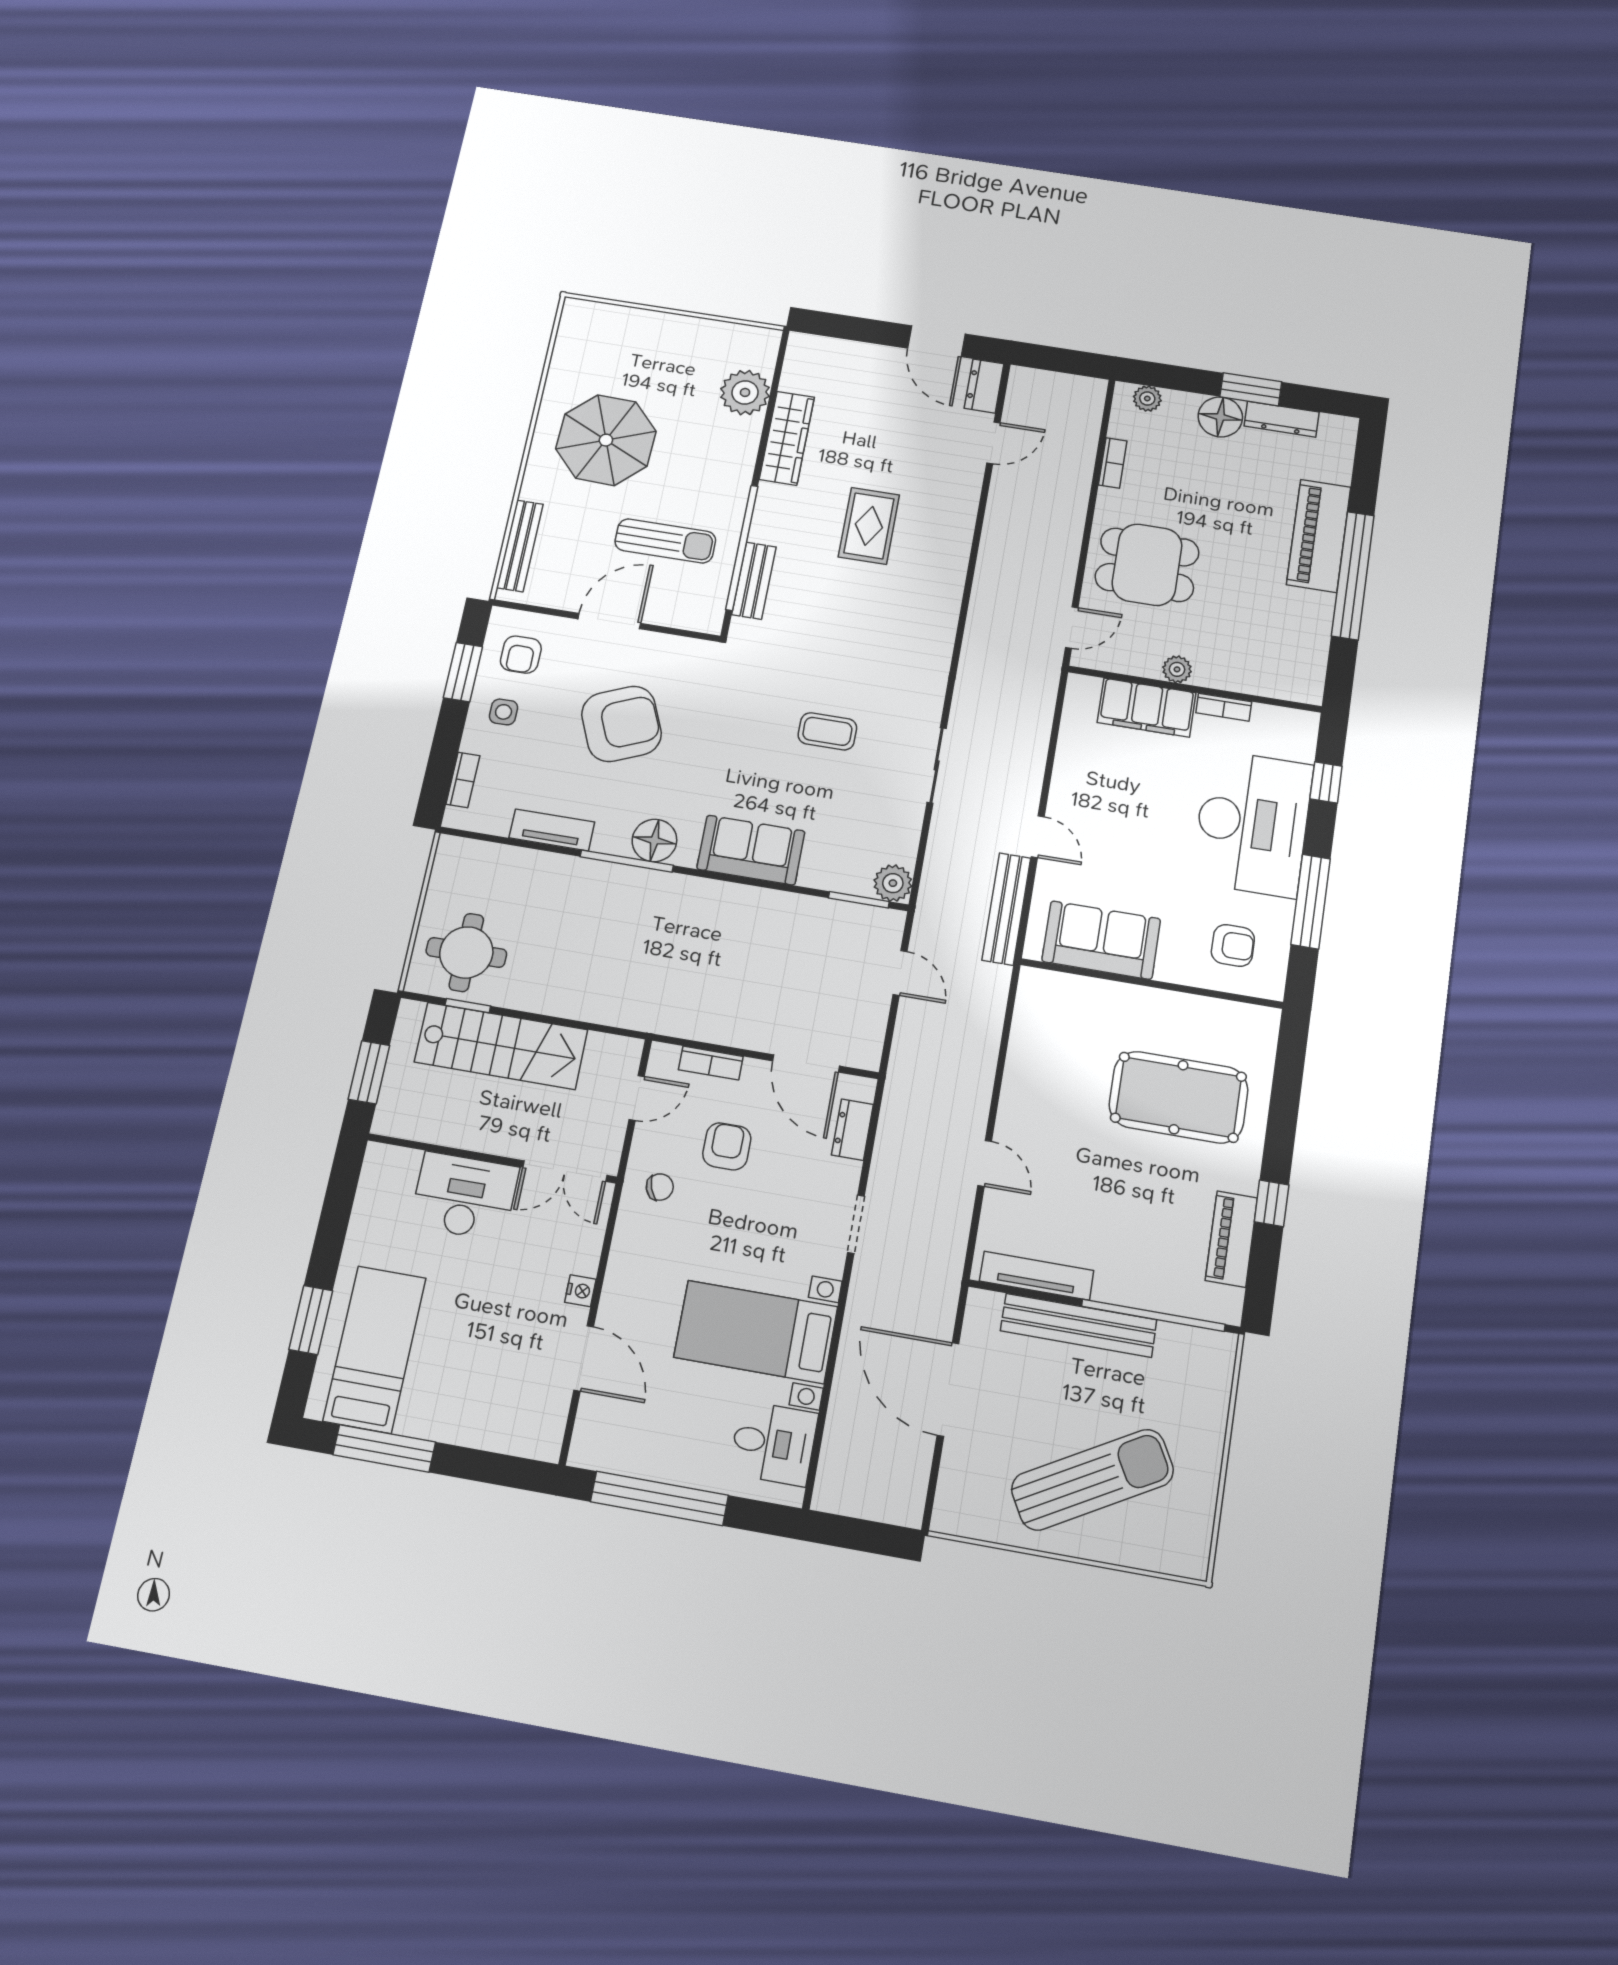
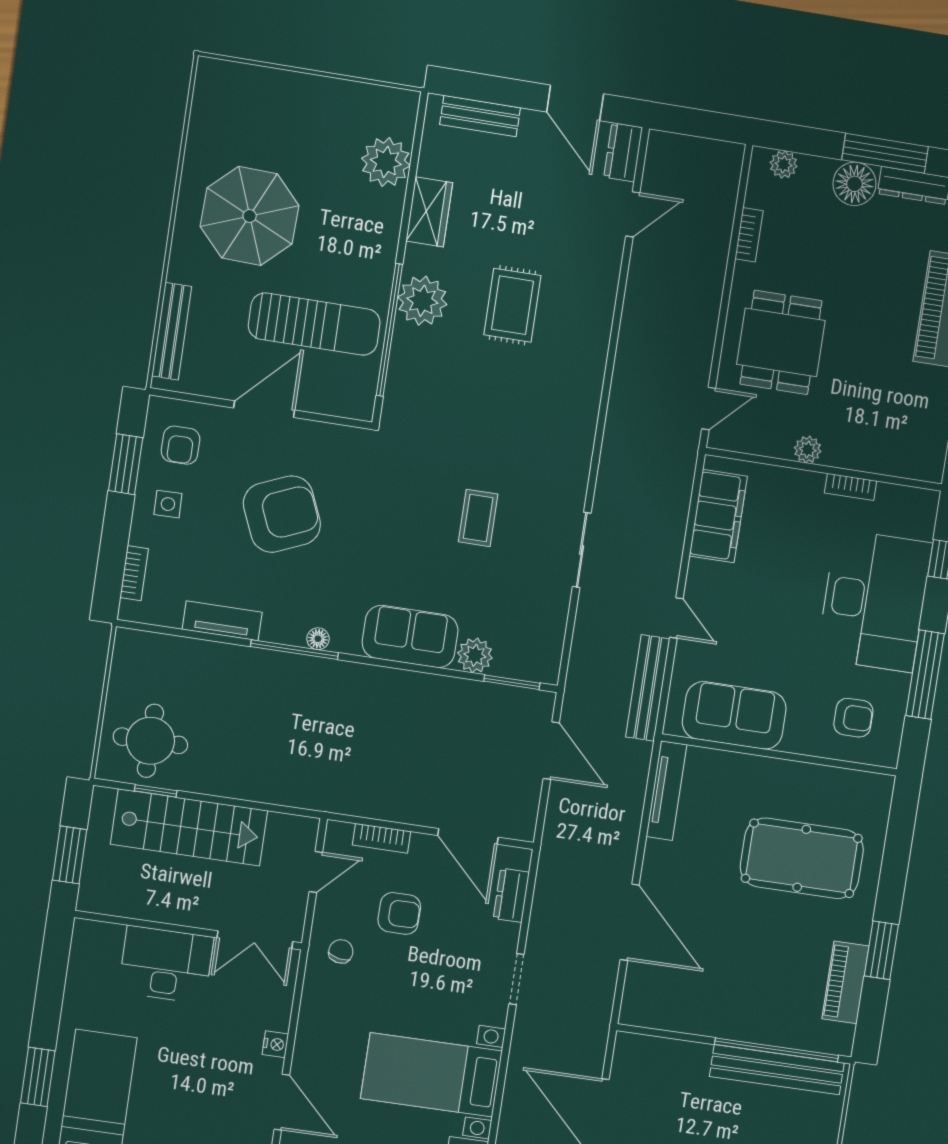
window: (1251, 389) -> (885, 153), width x1.44
wardrobe: (787, 438) -> (429, 212), width x0.67
plant: (777, 520) -> (422, 301), added
sun lounger: (665, 541) -> (314, 324), width x1.36, depth x1.34
dining table: (1147, 565) -> (781, 342), turned 90
bench: (754, 581) -> (480, 116), moved, turned 90
filing cabinet: (1147, 708) -> (718, 516), moved, turned -90
coffee table: (827, 731) -> (478, 518), turned 90
floor lamp: (654, 840) -> (318, 639), width x0.53, depth x0.53
plant: (893, 883) -> (475, 655), moved
door: (900, 973) -> (551, 751), width x1.37
armchair: (727, 1146) -> (399, 913), turned 90
door: (985, 1163) -> (630, 922), width x1.88
chair: (660, 1187) -> (341, 951), turned -59
window: (1272, 1203) -> (881, 950), width x1.50
tv unit: (1037, 1276) -> (666, 791), moved, turned 90
bench: (1079, 1325) -> (777, 1070), moved

